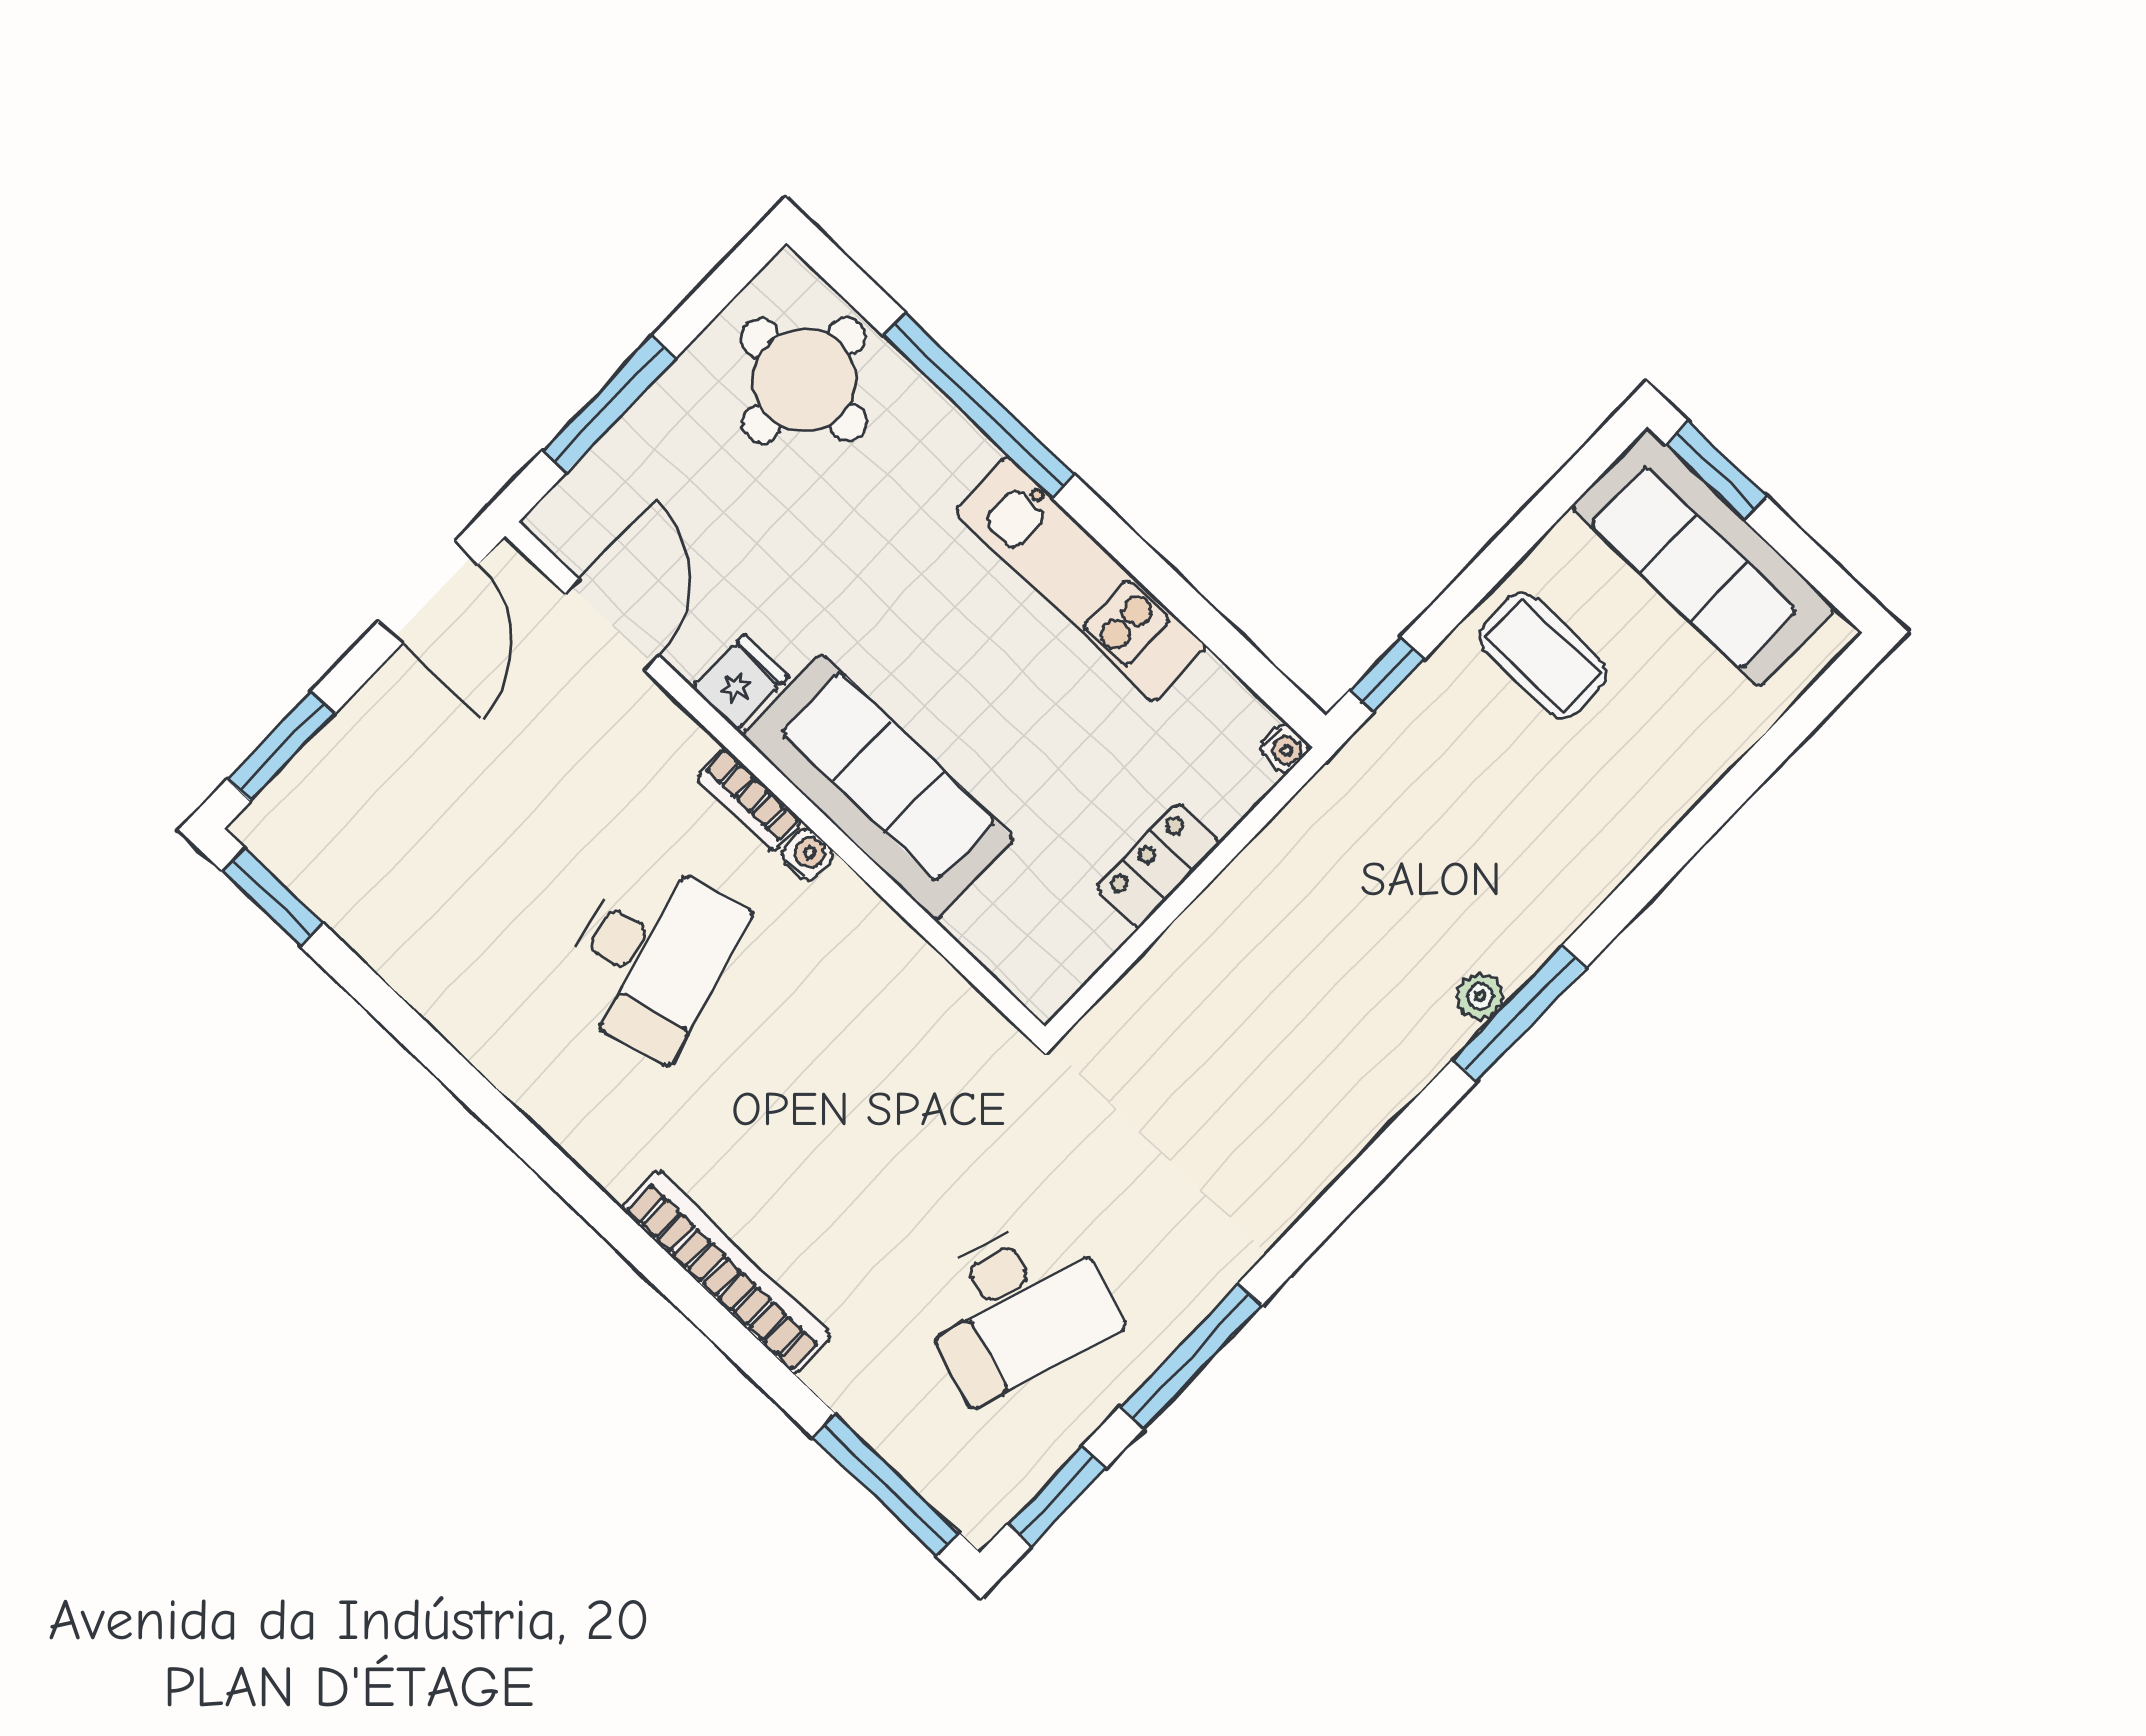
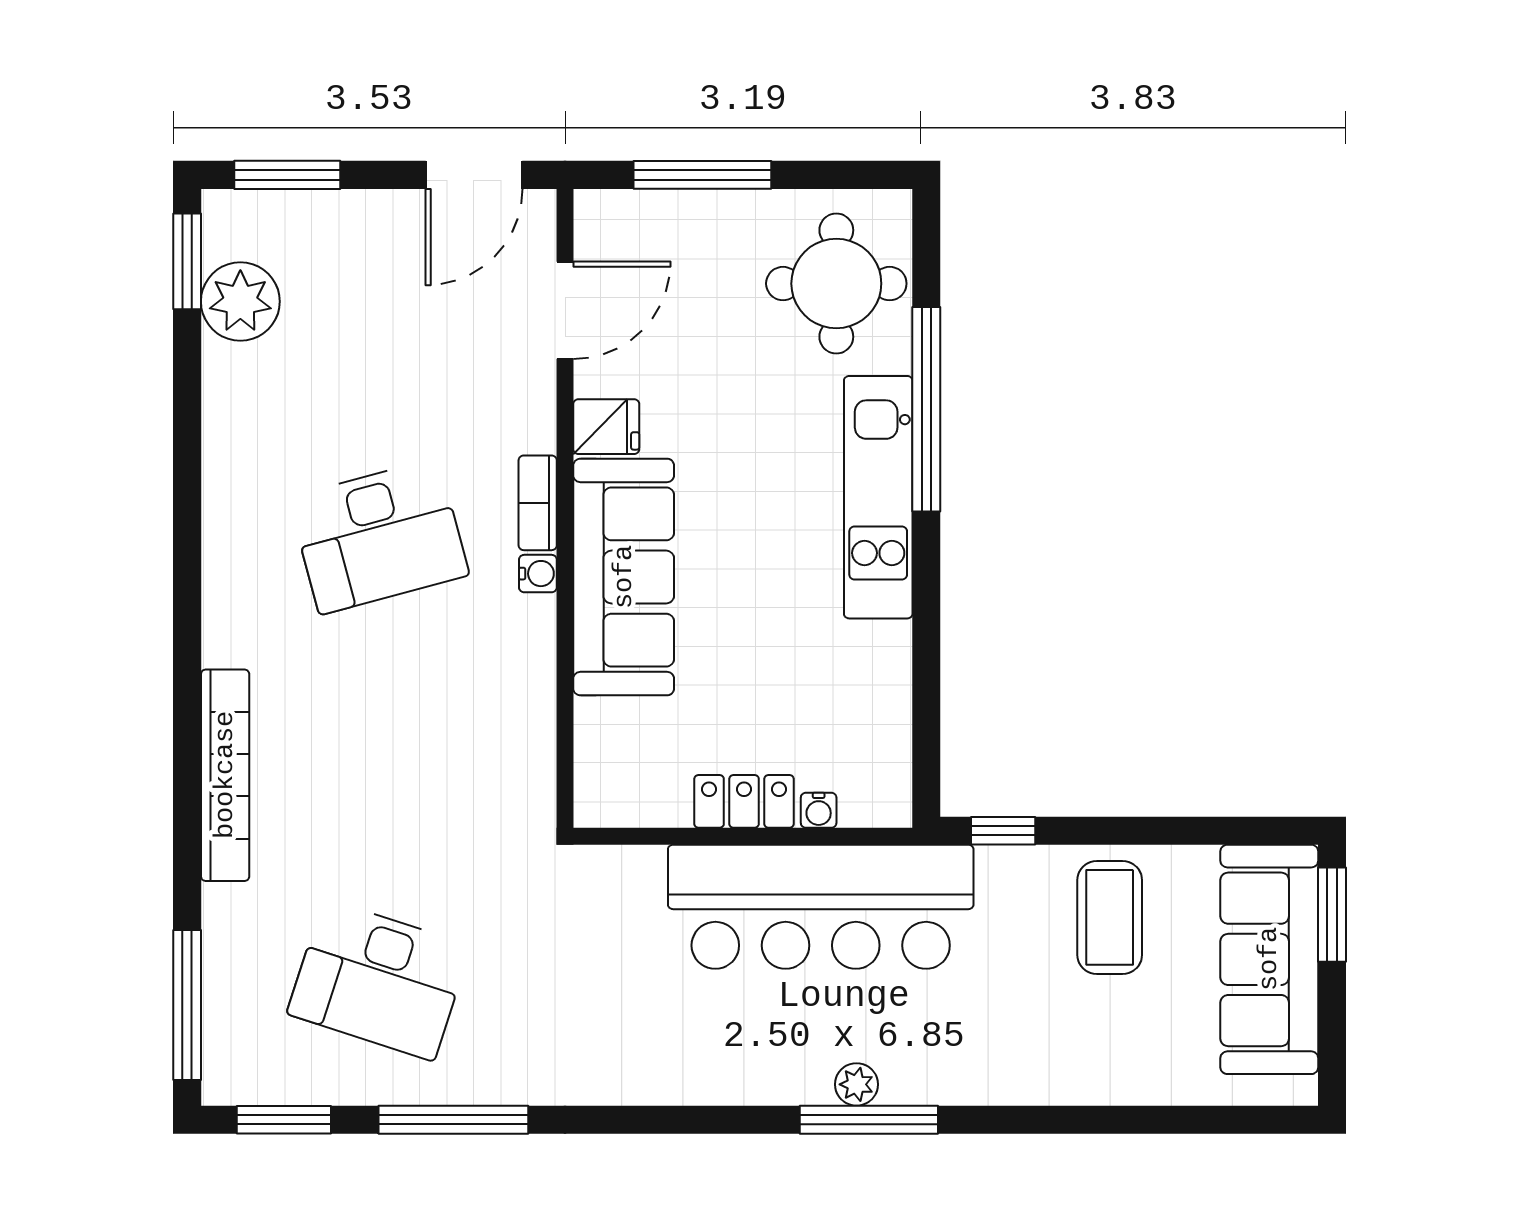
kitchen unit: (1081, 579) -> (878, 497), moved
water cooler: (1284, 748) -> (819, 810), moved
plant: (348, 885) -> (240, 301), added
bar counter: (1305, 885) -> (821, 907), added

